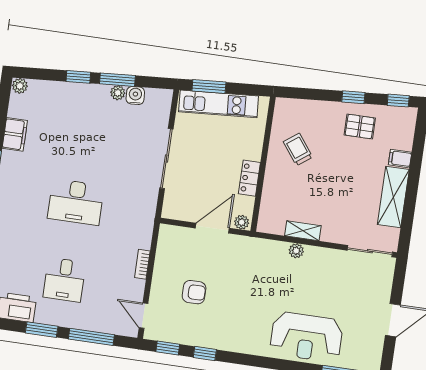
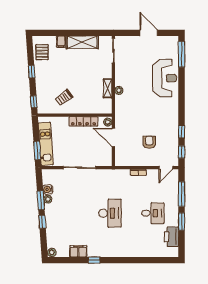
window: (398, 101) -> (34, 102), moved
pallet: (360, 127) -> (42, 52), moved
locker: (249, 178) -> (83, 121), width x1.53

